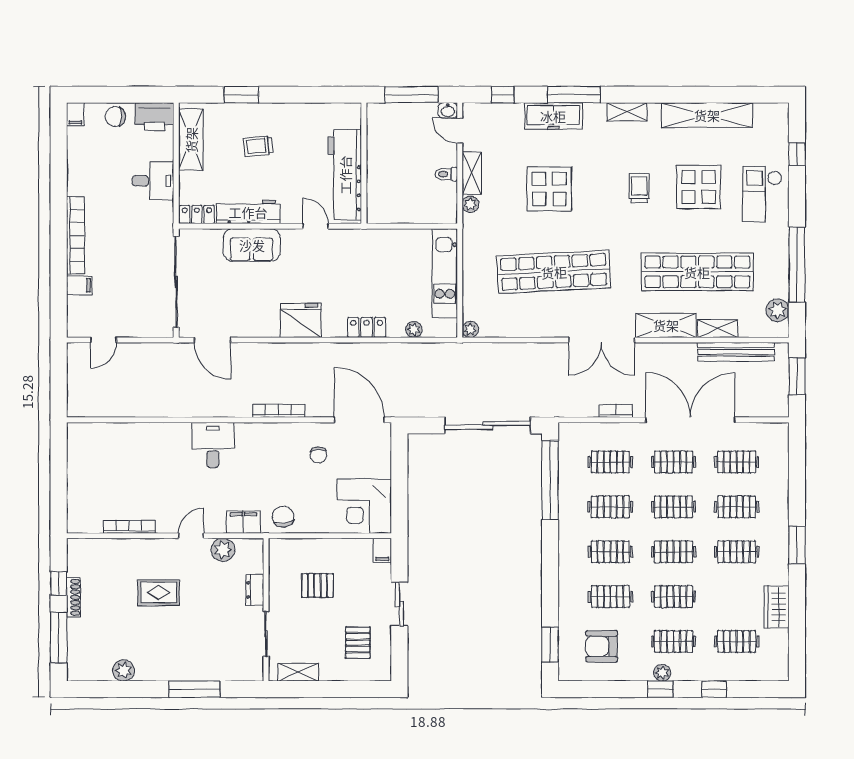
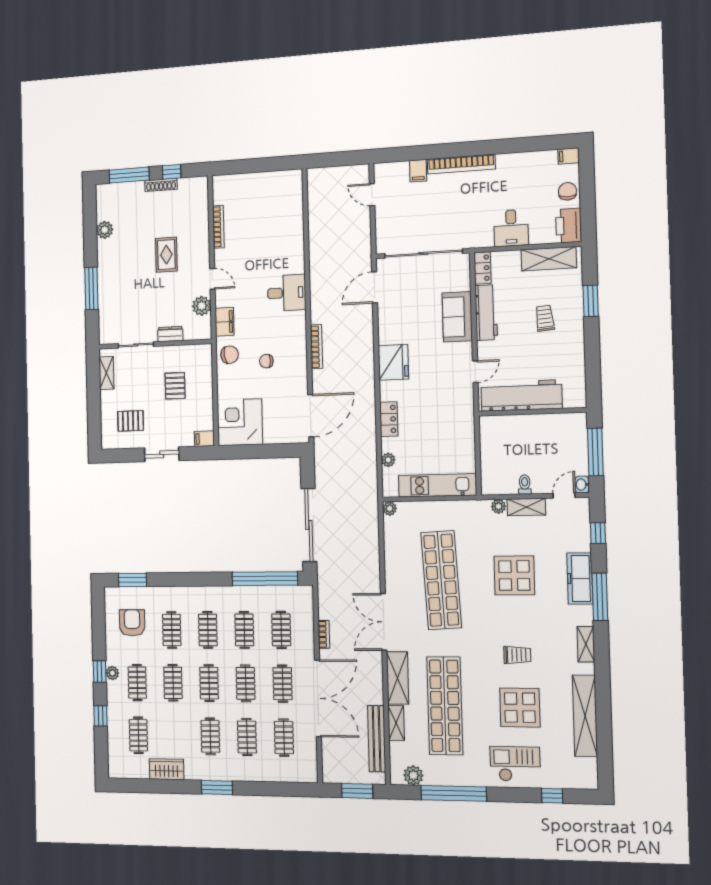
chair: (318, 455) -> (266, 361), moved

